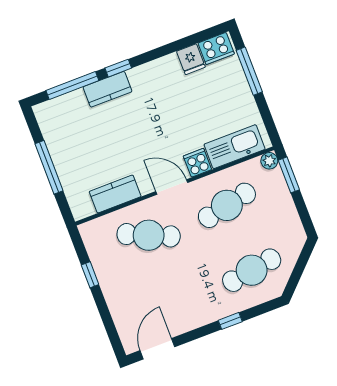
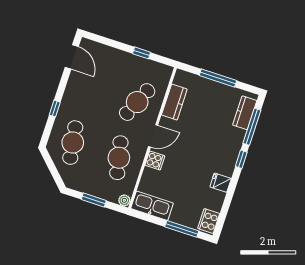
fridge: (191, 59) -> (221, 183), moved
kitchen counter: (107, 89) -> (245, 113), moved
kitchen sink: (235, 147) -> (152, 206), moved, turned -90
window: (289, 175) -> (94, 200), moved

